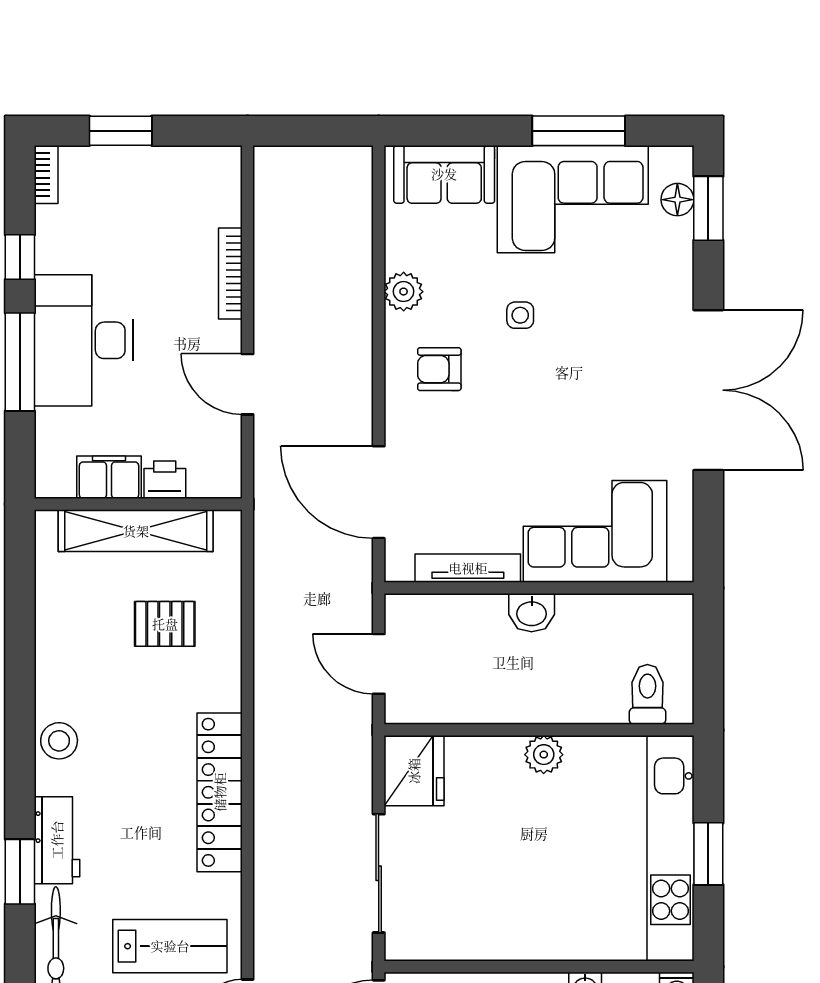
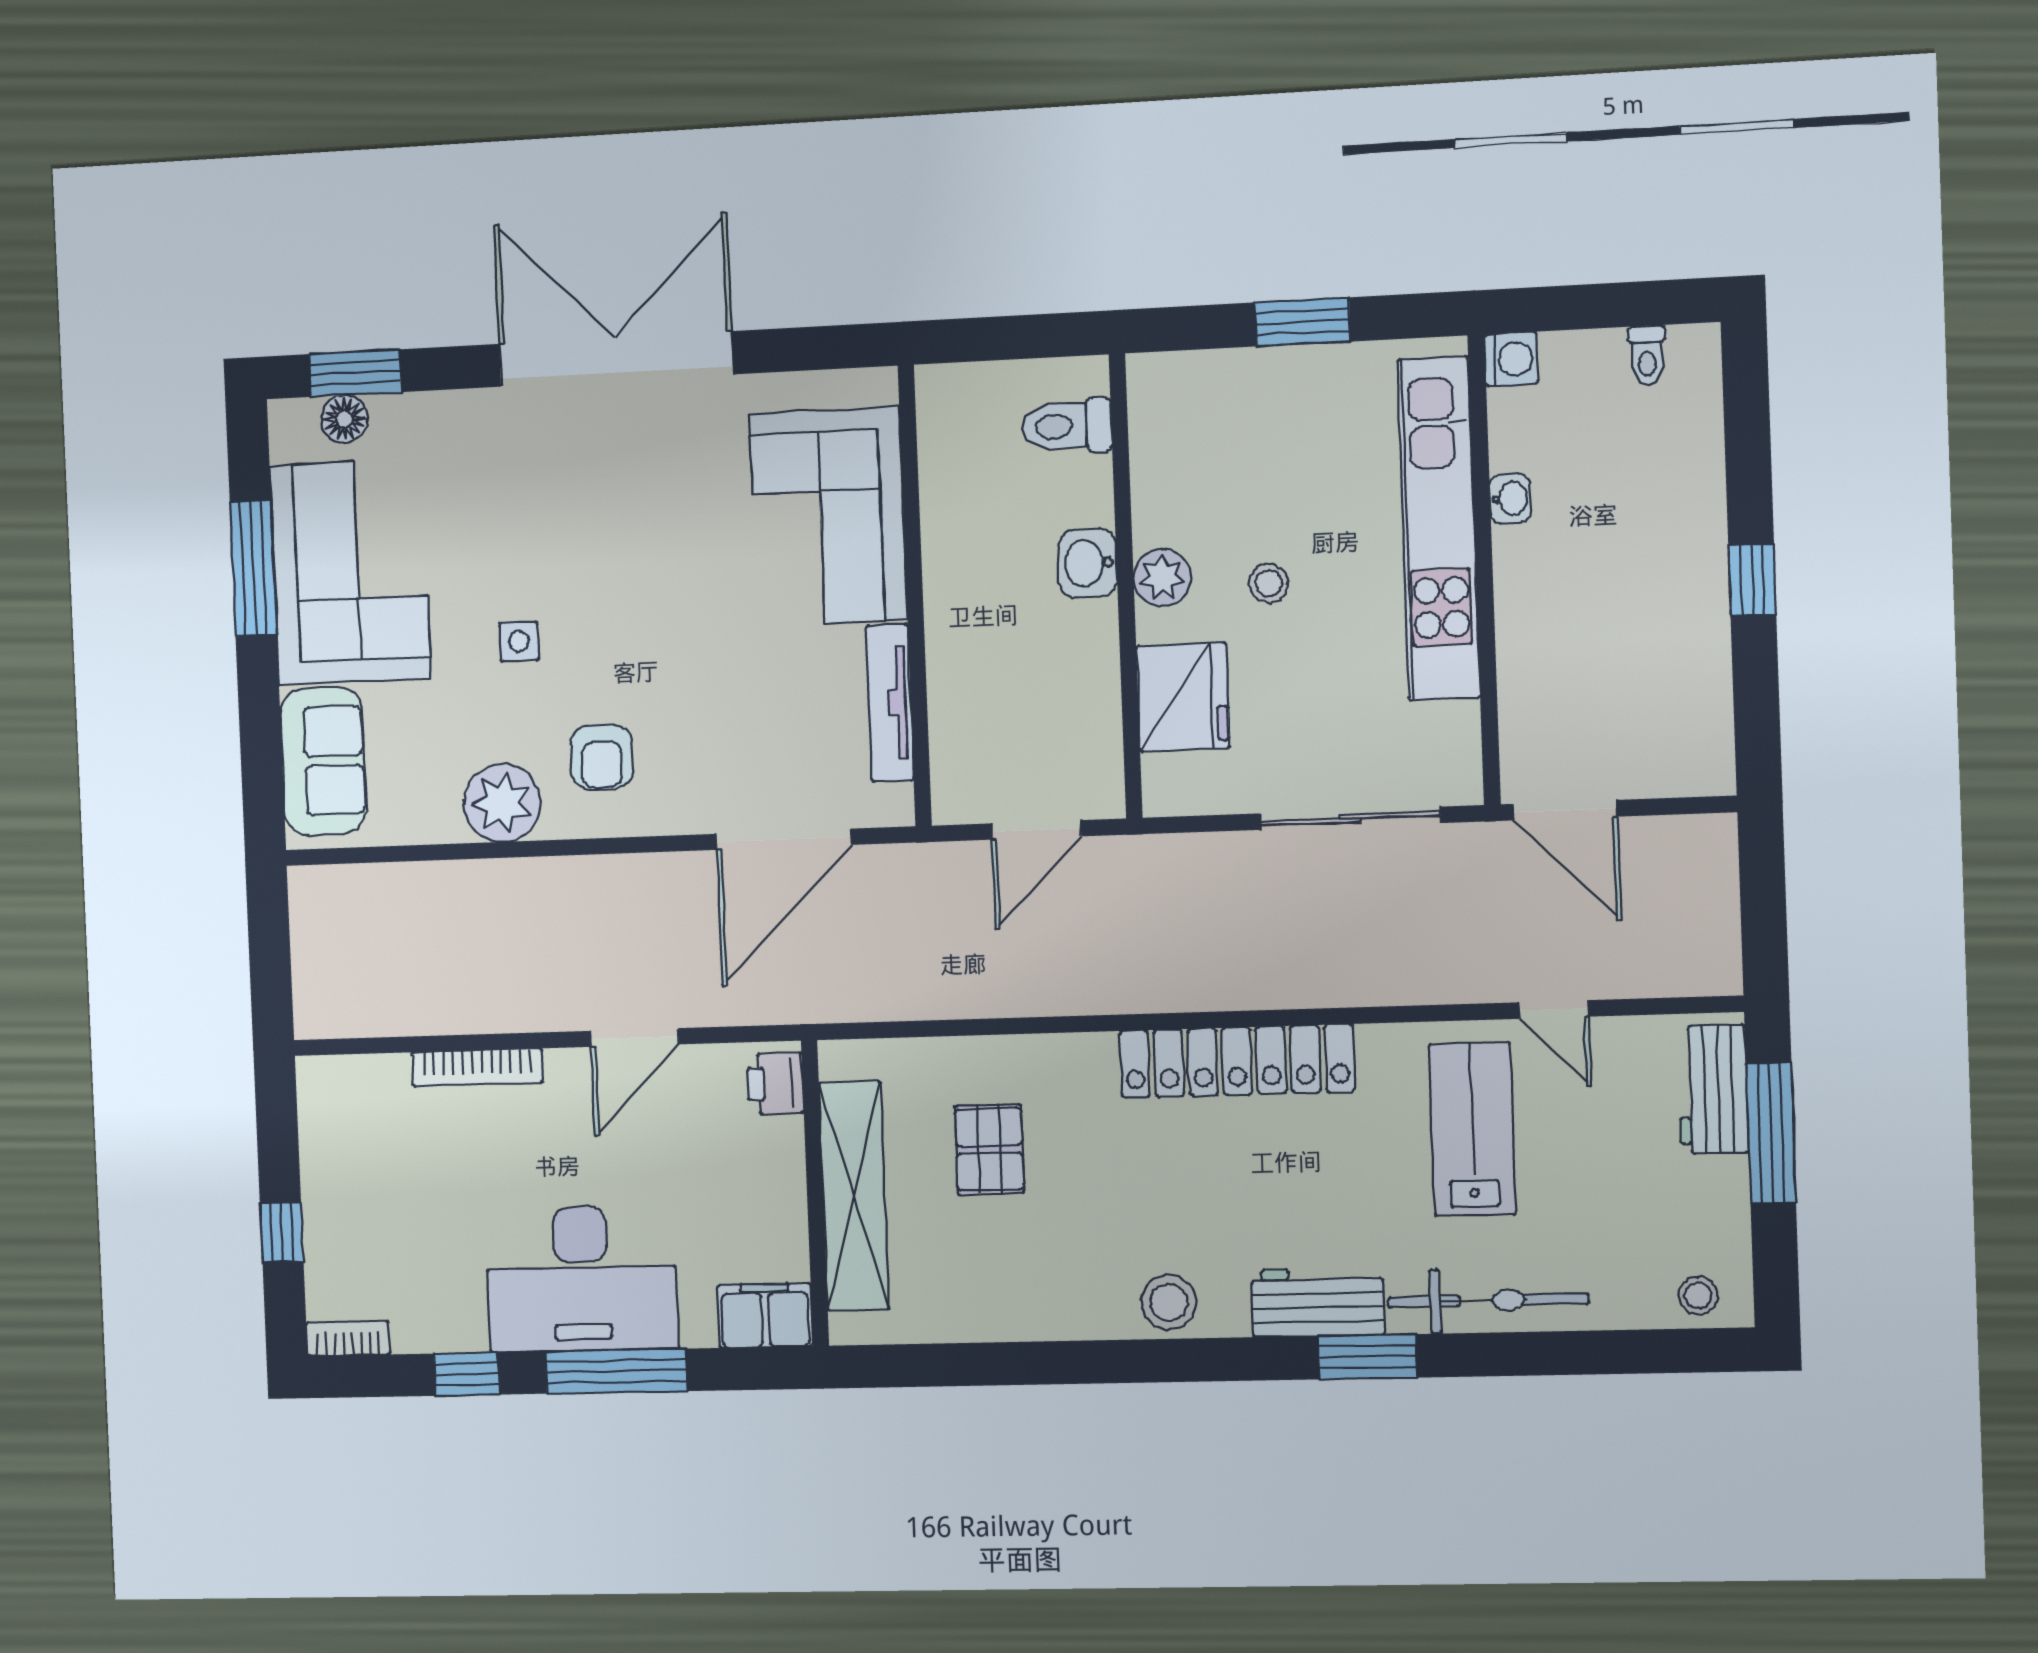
window: (121, 131) -> (282, 1232), width x0.67
plant: (404, 292) -> (502, 803), width x1.36, depth x1.36
filing cabinet: (109, 477) -> (765, 1316), moved, turned 90
printer: (165, 480) -> (775, 1083), moved
washbasin: (532, 613) -> (1088, 563), moved, turned 180
fridge: (414, 771) -> (1183, 697), moved, turned 90
stool: (537, 825) -> (1269, 583), added
kitchen unit: (670, 848) -> (1439, 529), moved, turned 90

